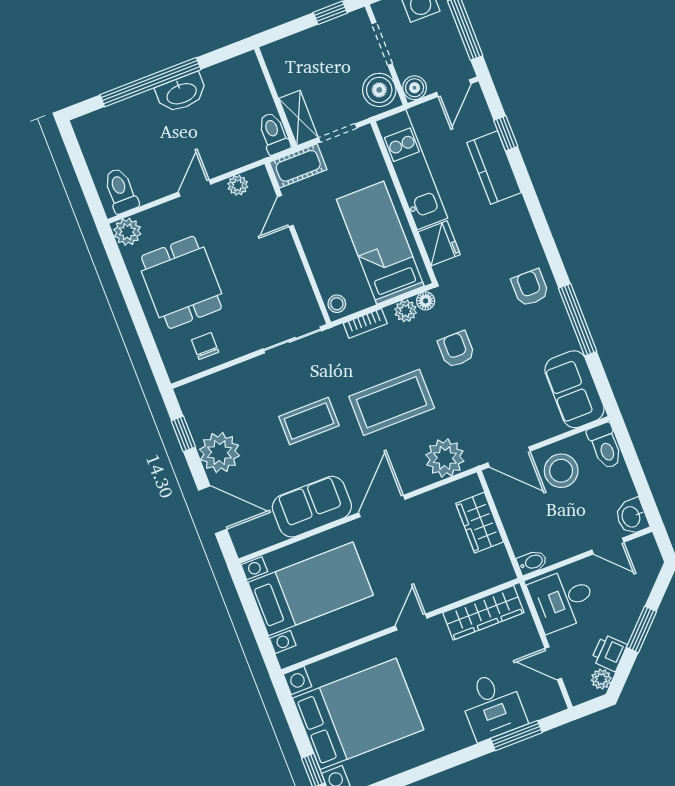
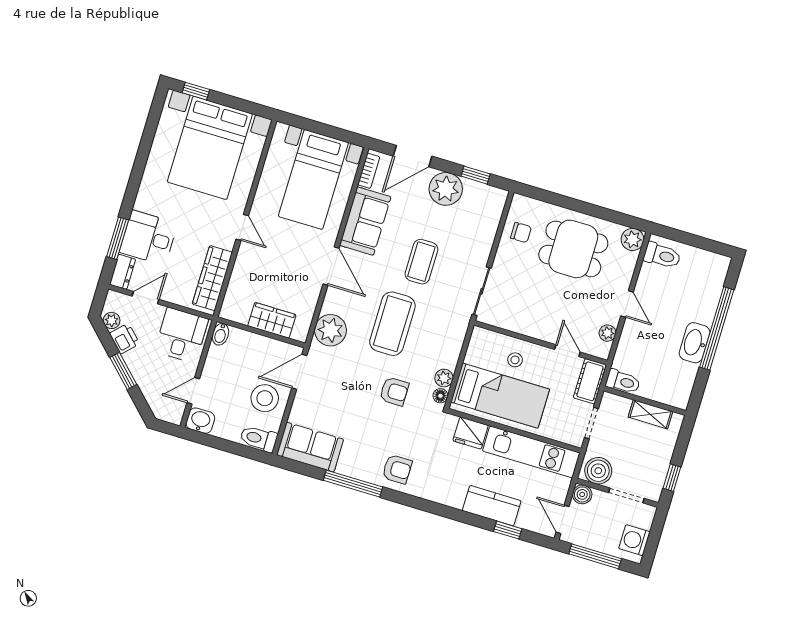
shelving: (299, 118) -> (650, 414), moved
stool: (337, 304) -> (515, 360), moved
bookcase: (365, 323) -> (369, 171), moved, turned 180
dresser: (545, 705) -> (122, 272), added

